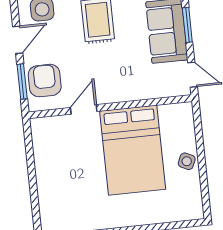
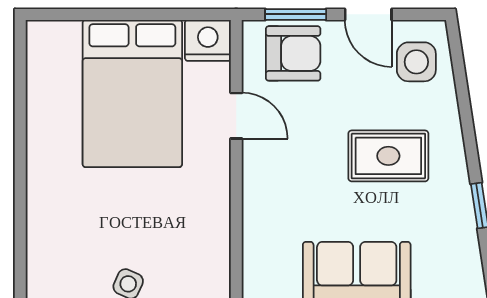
nightstand: (42, 130) -> (208, 40), added
bed: (133, 150) -> (132, 93), moved, turned -90

